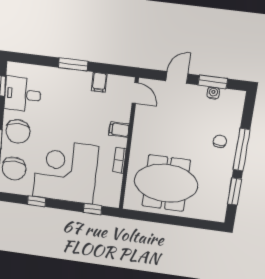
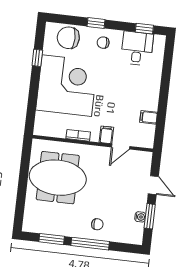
window: (73, 64) -> (164, 94), removed
door: (135, 93) -> (121, 147), moved
chair: (18, 132) -> (103, 43), width x0.54, depth x0.54
meeting table: (166, 183) -> (58, 178), turned 90
window: (93, 209) -> (31, 110), removed

